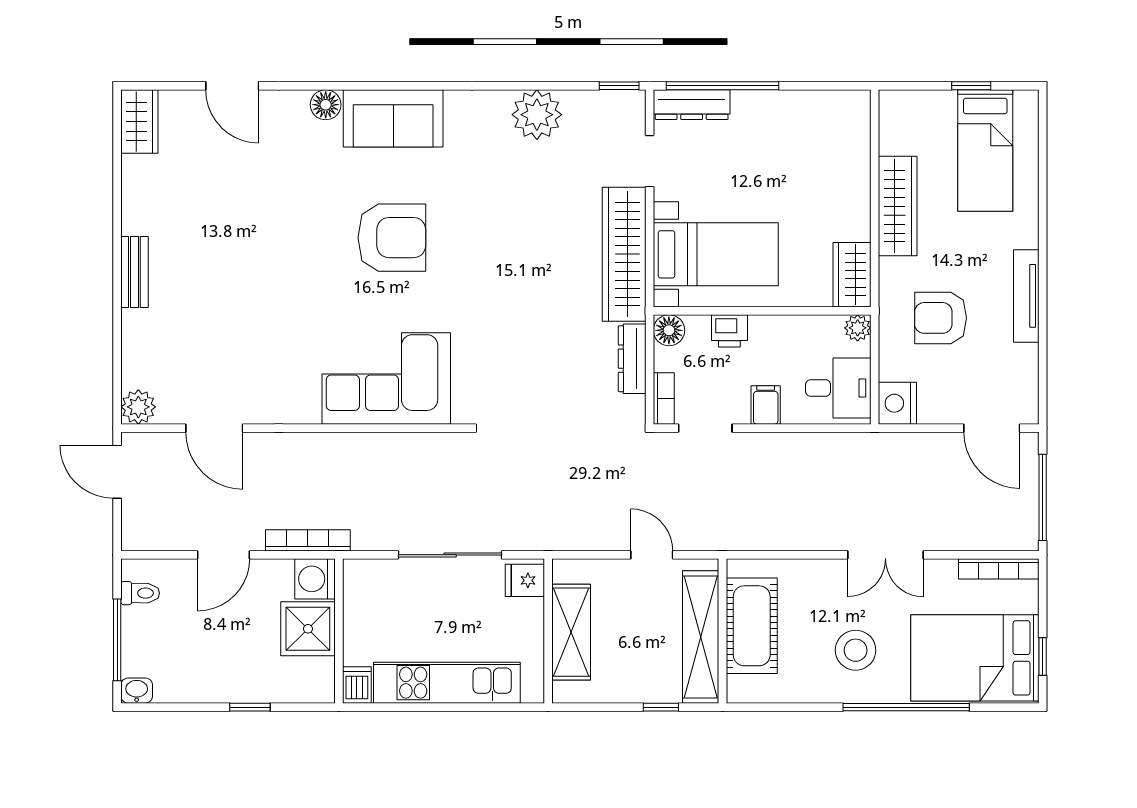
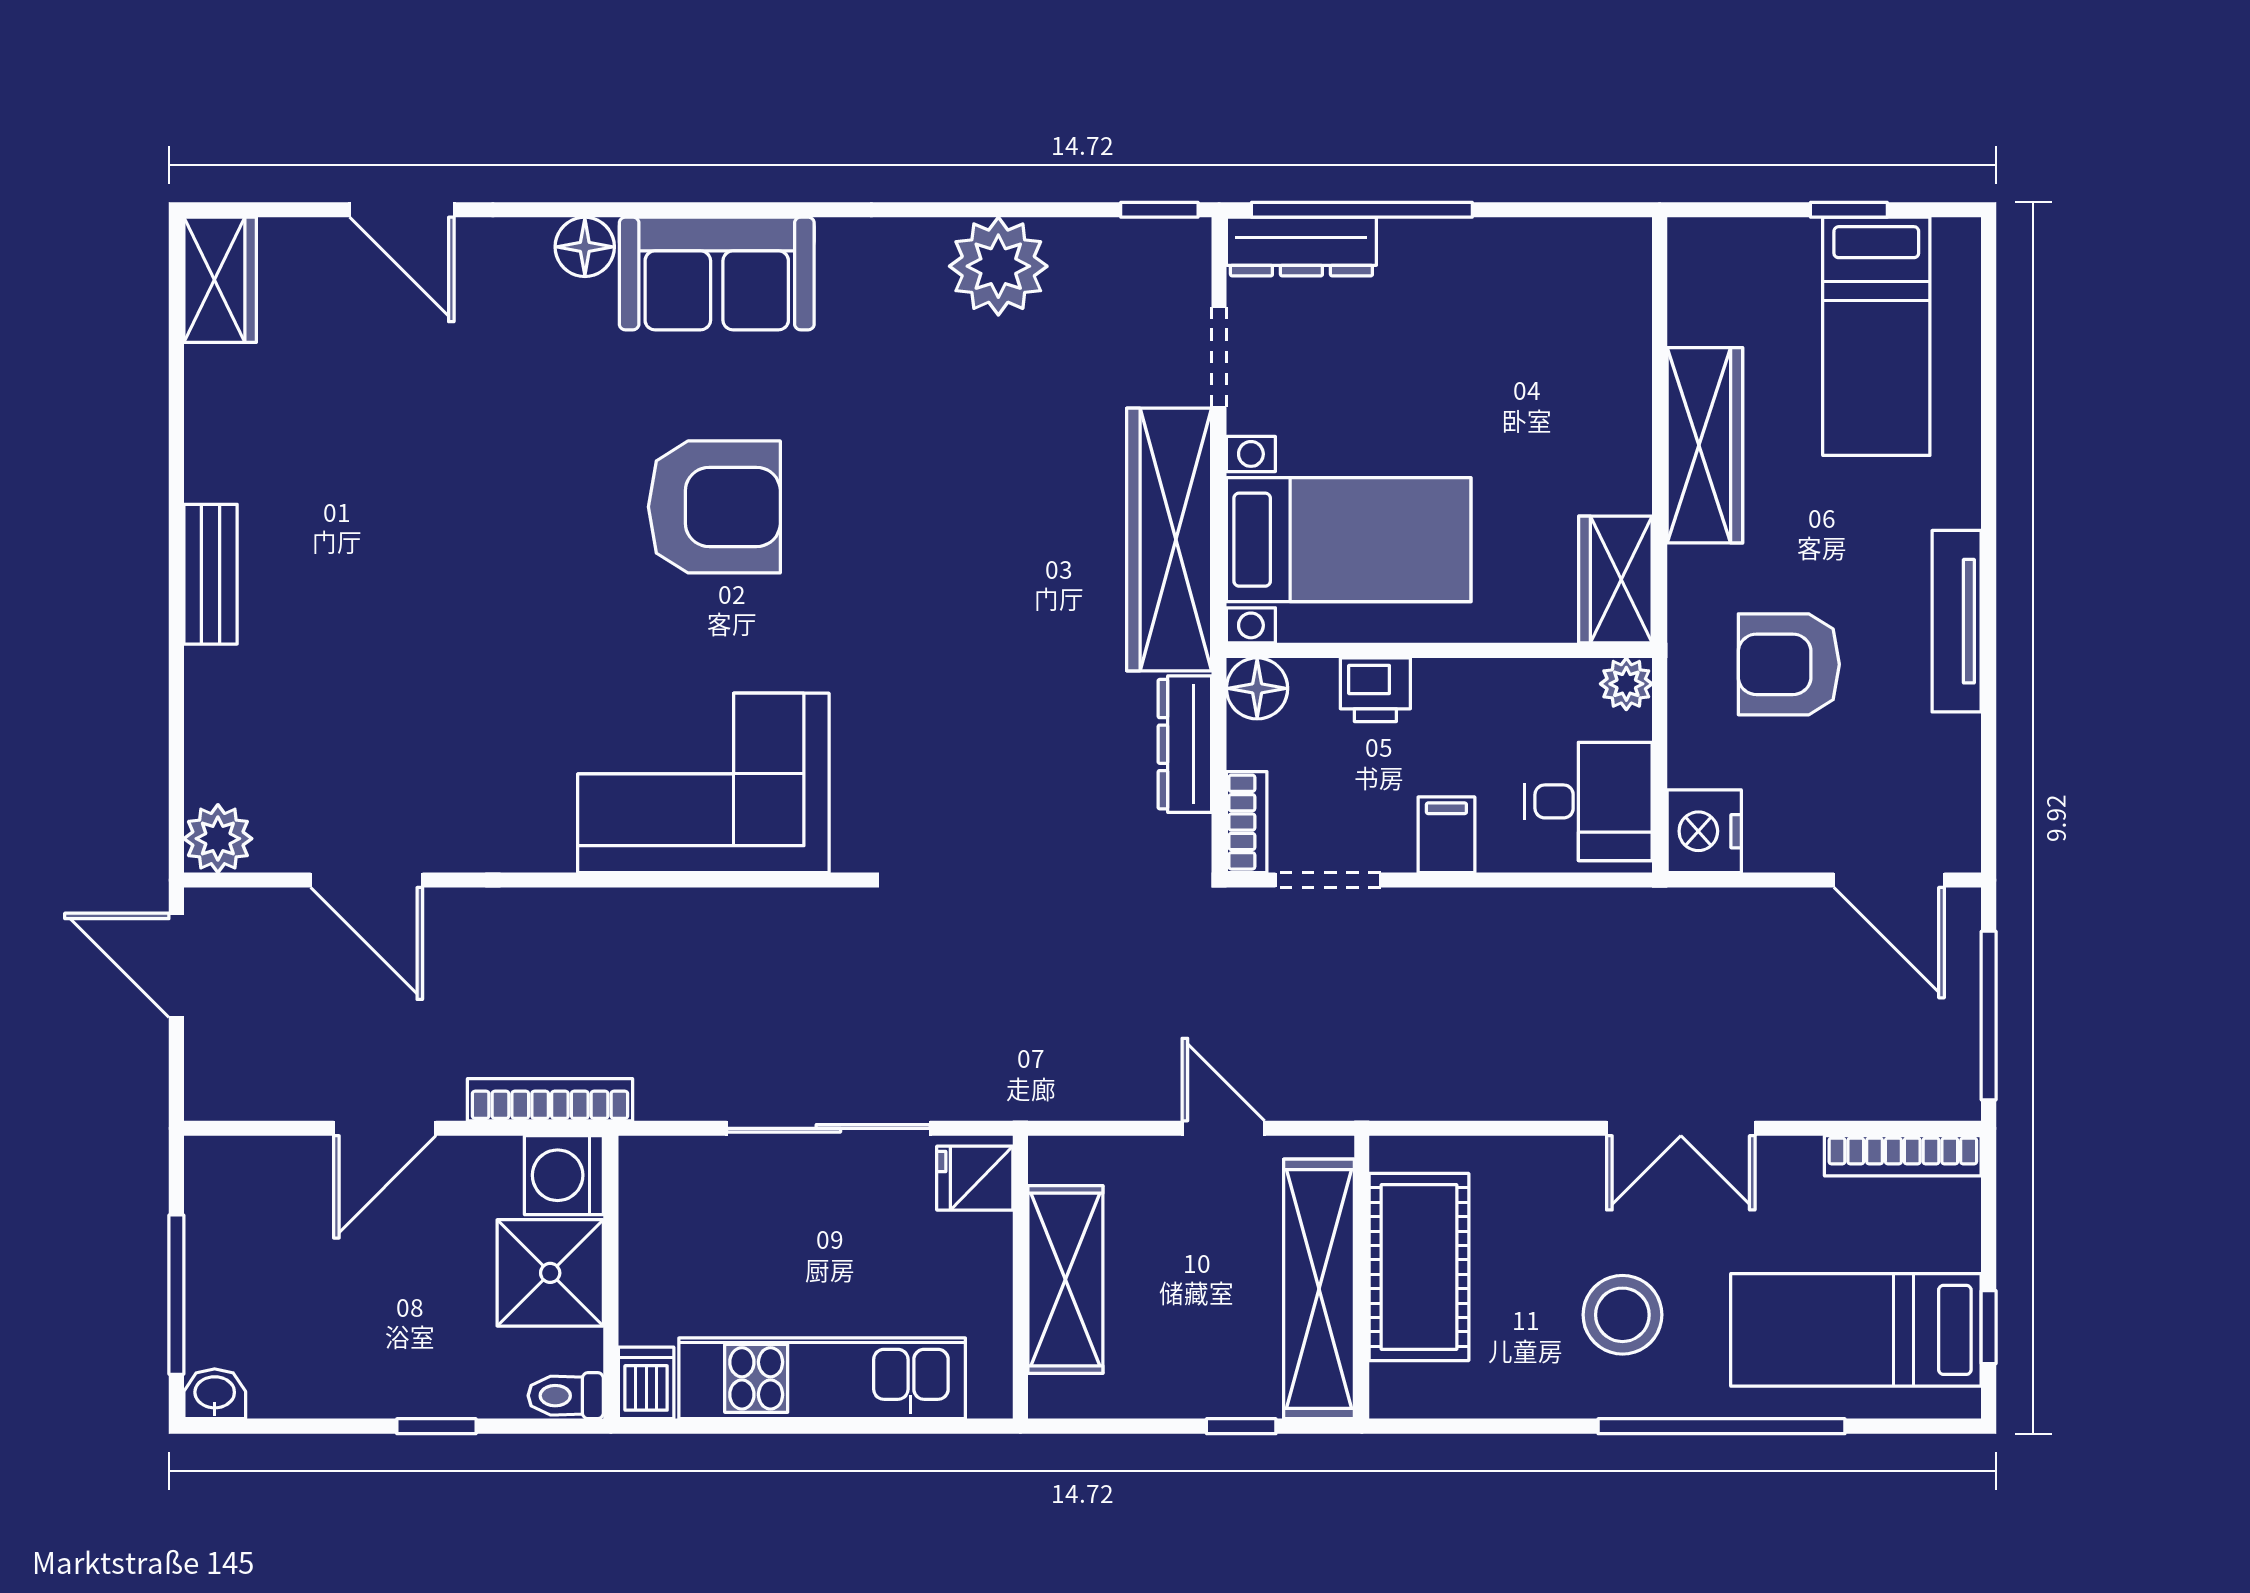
toilet: (140, 593) -> (566, 1396), moved, turned 180
bed: (975, 658) -> (1856, 1330), width x0.67

